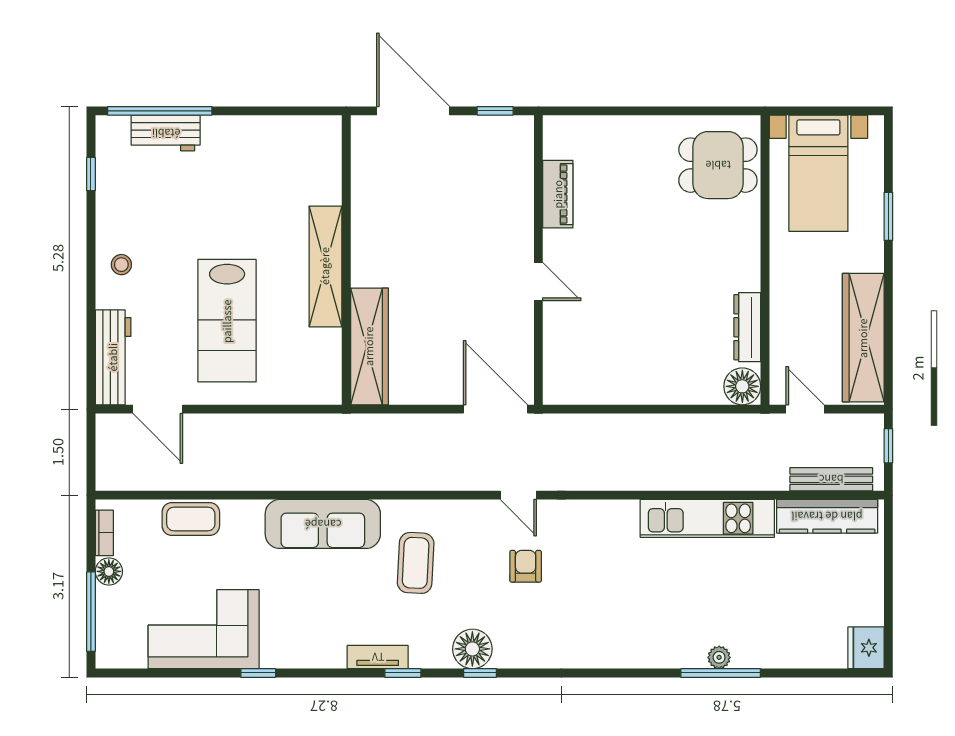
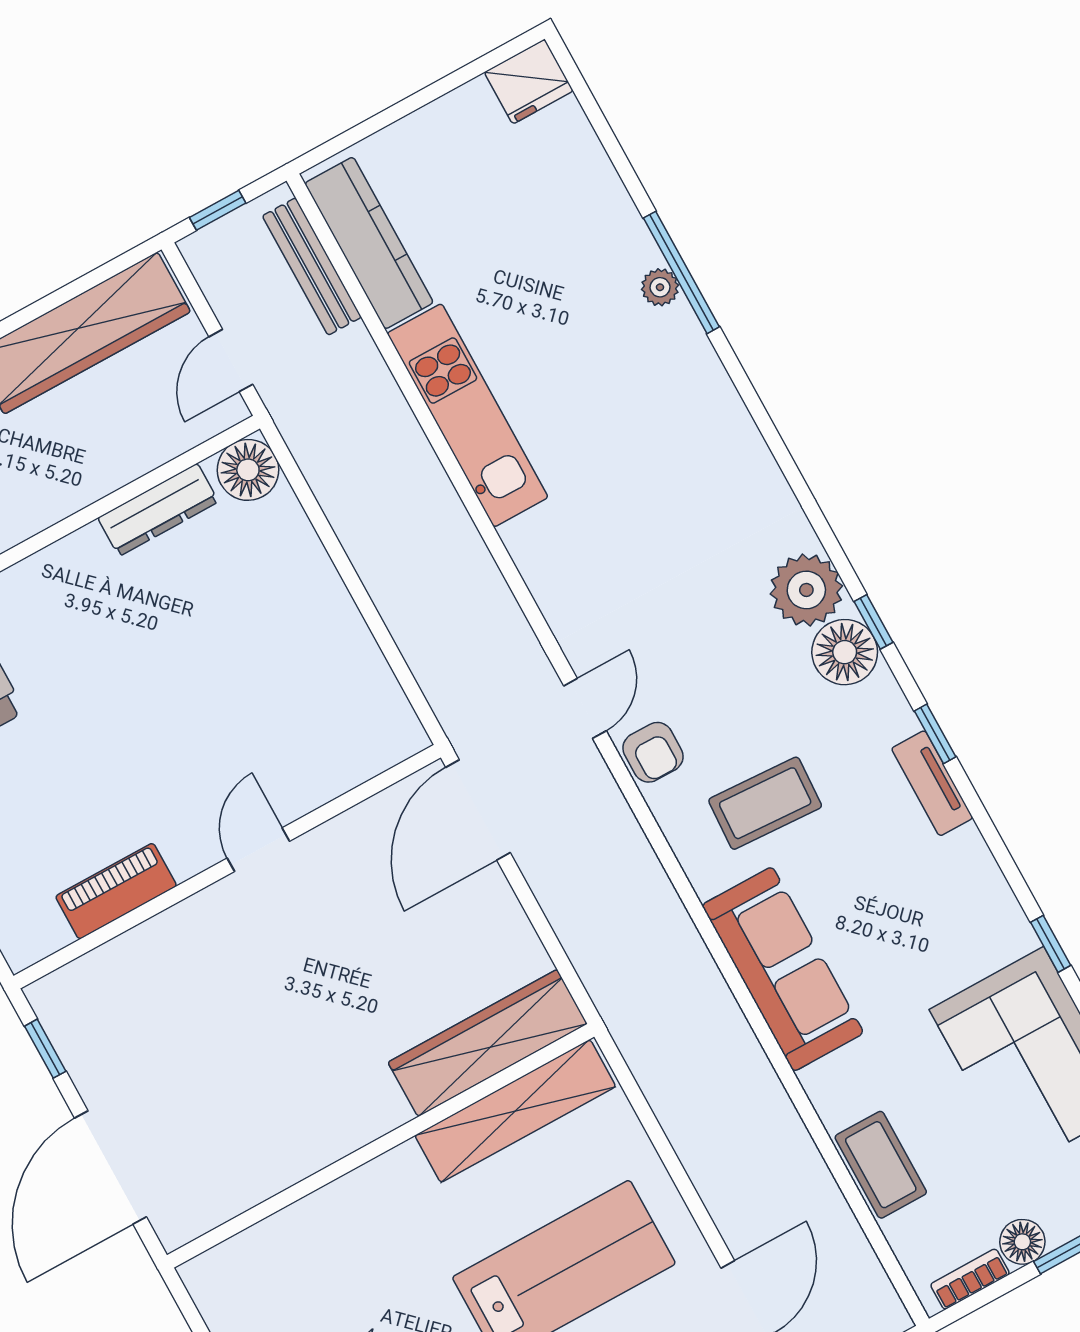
shelving: (325, 266) -> (515, 1111), moved
armchair: (526, 566) -> (653, 752), moved, turned -90
plant: (516, 647) -> (806, 590), added

